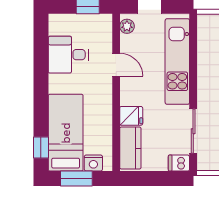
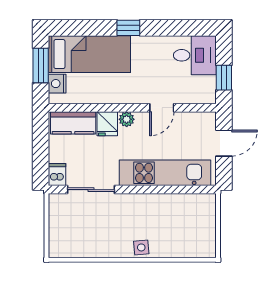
plant: (127, 26) -> (127, 119), moved
desk: (68, 55) -> (195, 55), moved, turned 90
window: (41, 148) -> (128, 28), moved

